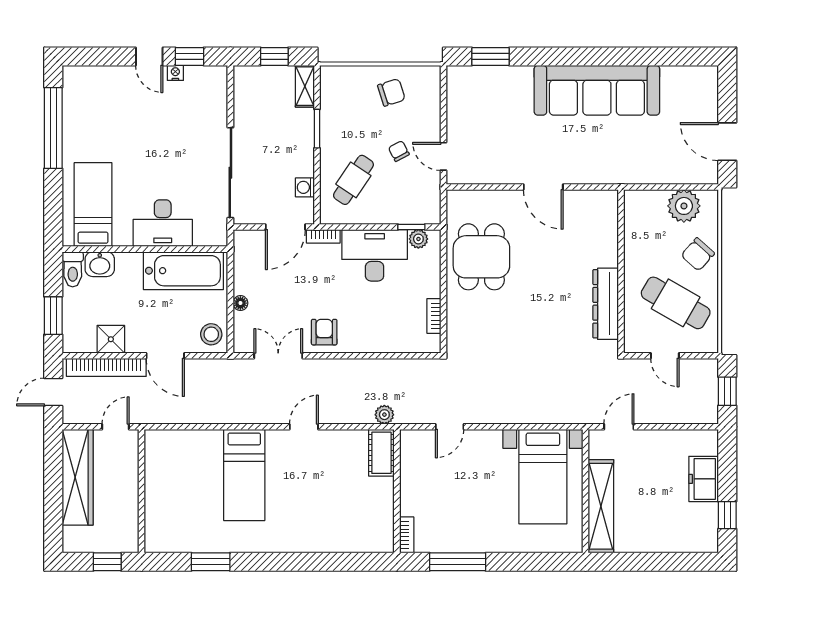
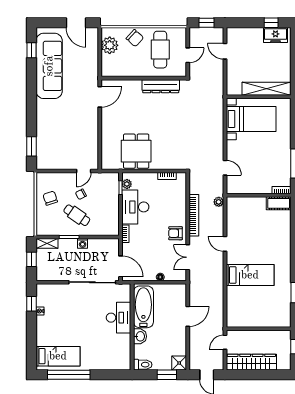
door: (149, 56) -> (31, 325), removed
window: (674, 56) -> (31, 50), added
sofa: (597, 90) -> (49, 66), moved
door: (727, 142) -> (76, 23), hinge flipped
cafe table: (353, 180) -> (77, 215), moved
washing machine: (305, 187) -> (83, 243), moved
door: (543, 187) -> (100, 97), moved
bed: (93, 205) -> (58, 356), moved, turned 180
door: (285, 227) -> (121, 266), moved
dining table: (481, 257) -> (136, 151), turned 90
washbasin: (100, 264) -> (140, 336), moved
cafe table: (676, 303) -> (160, 50), turned -30
stool: (211, 334) -> (177, 292), removed
shower: (111, 339) -> (179, 363), moved
bookcase: (106, 367) -> (194, 215), moved
door: (116, 427) -> (225, 342), hinge flipped
door: (619, 427) -> (225, 51), moved
cot: (381, 453) -> (279, 203), moved
freezer: (704, 479) -> (275, 35), moved

